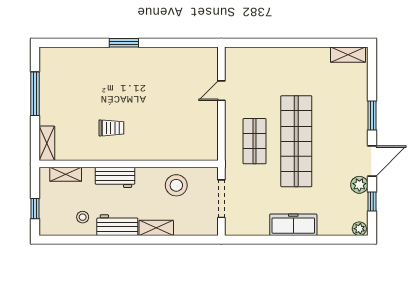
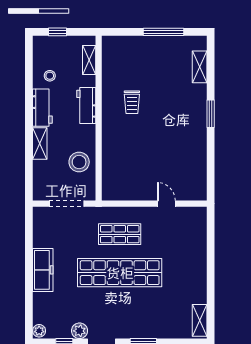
shelving: (47, 143) -> (200, 67), moved, turned 90

